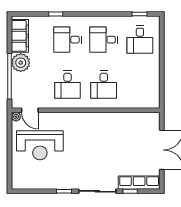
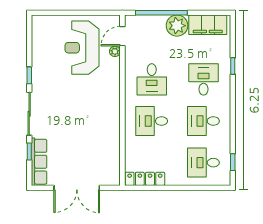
desk: (104, 40) -> (204, 121), turned -90
desk: (68, 85) -> (152, 79), turned -90
locker: (154, 91) -> (145, 179), added
plant: (16, 117) -> (115, 51), moved

